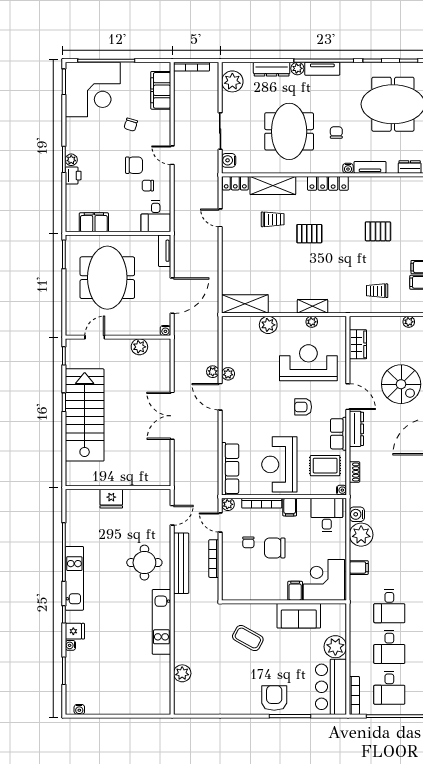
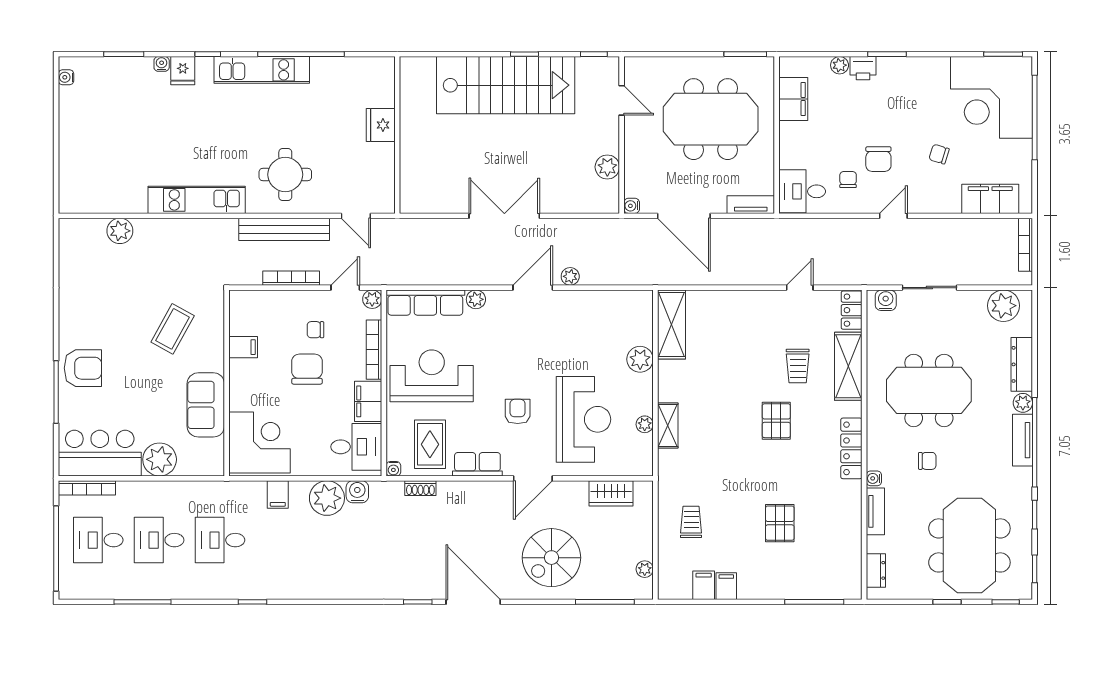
plant: (71, 160) -> (840, 65), moved
plant: (228, 374) -> (476, 299), moved
dresser: (356, 429) -> (485, 491), removed
filing cabinet: (290, 507) -> (368, 401), width x2.00
filing cabinet: (295, 591) -> (243, 347), moved

